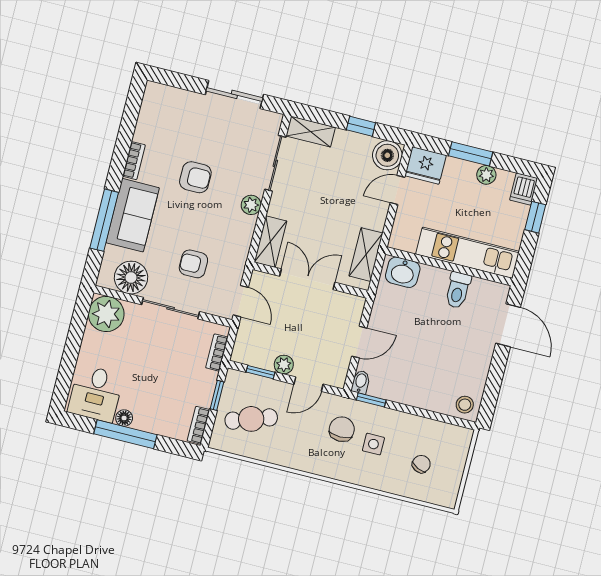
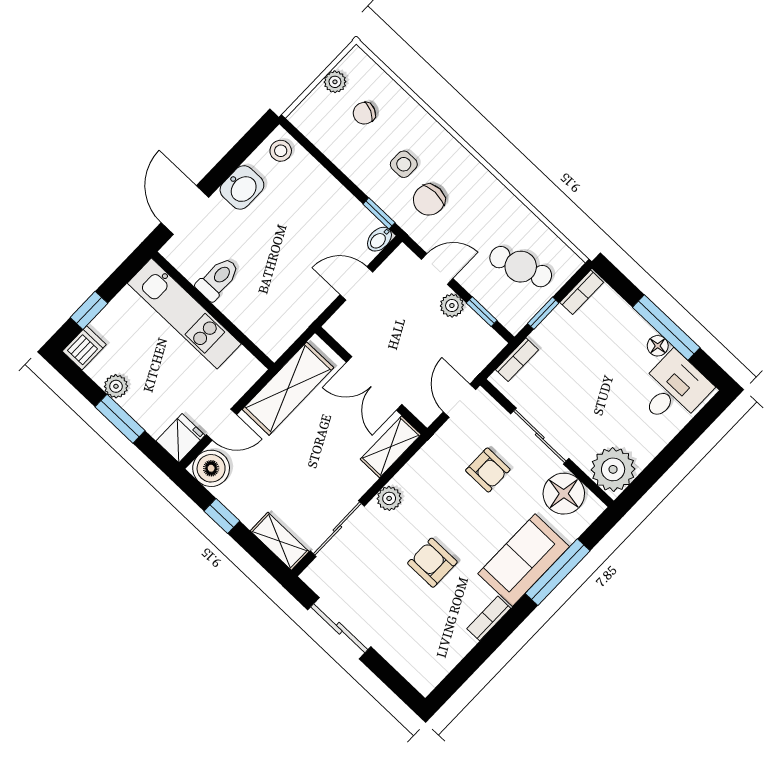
fridge: (425, 165) -> (180, 438), width x0.72
shelving: (366, 255) -> (288, 389), width x1.50, depth x1.33
washbasin: (403, 272) -> (242, 187), moved, turned 90
plant: (454, 474) -> (335, 82), added

